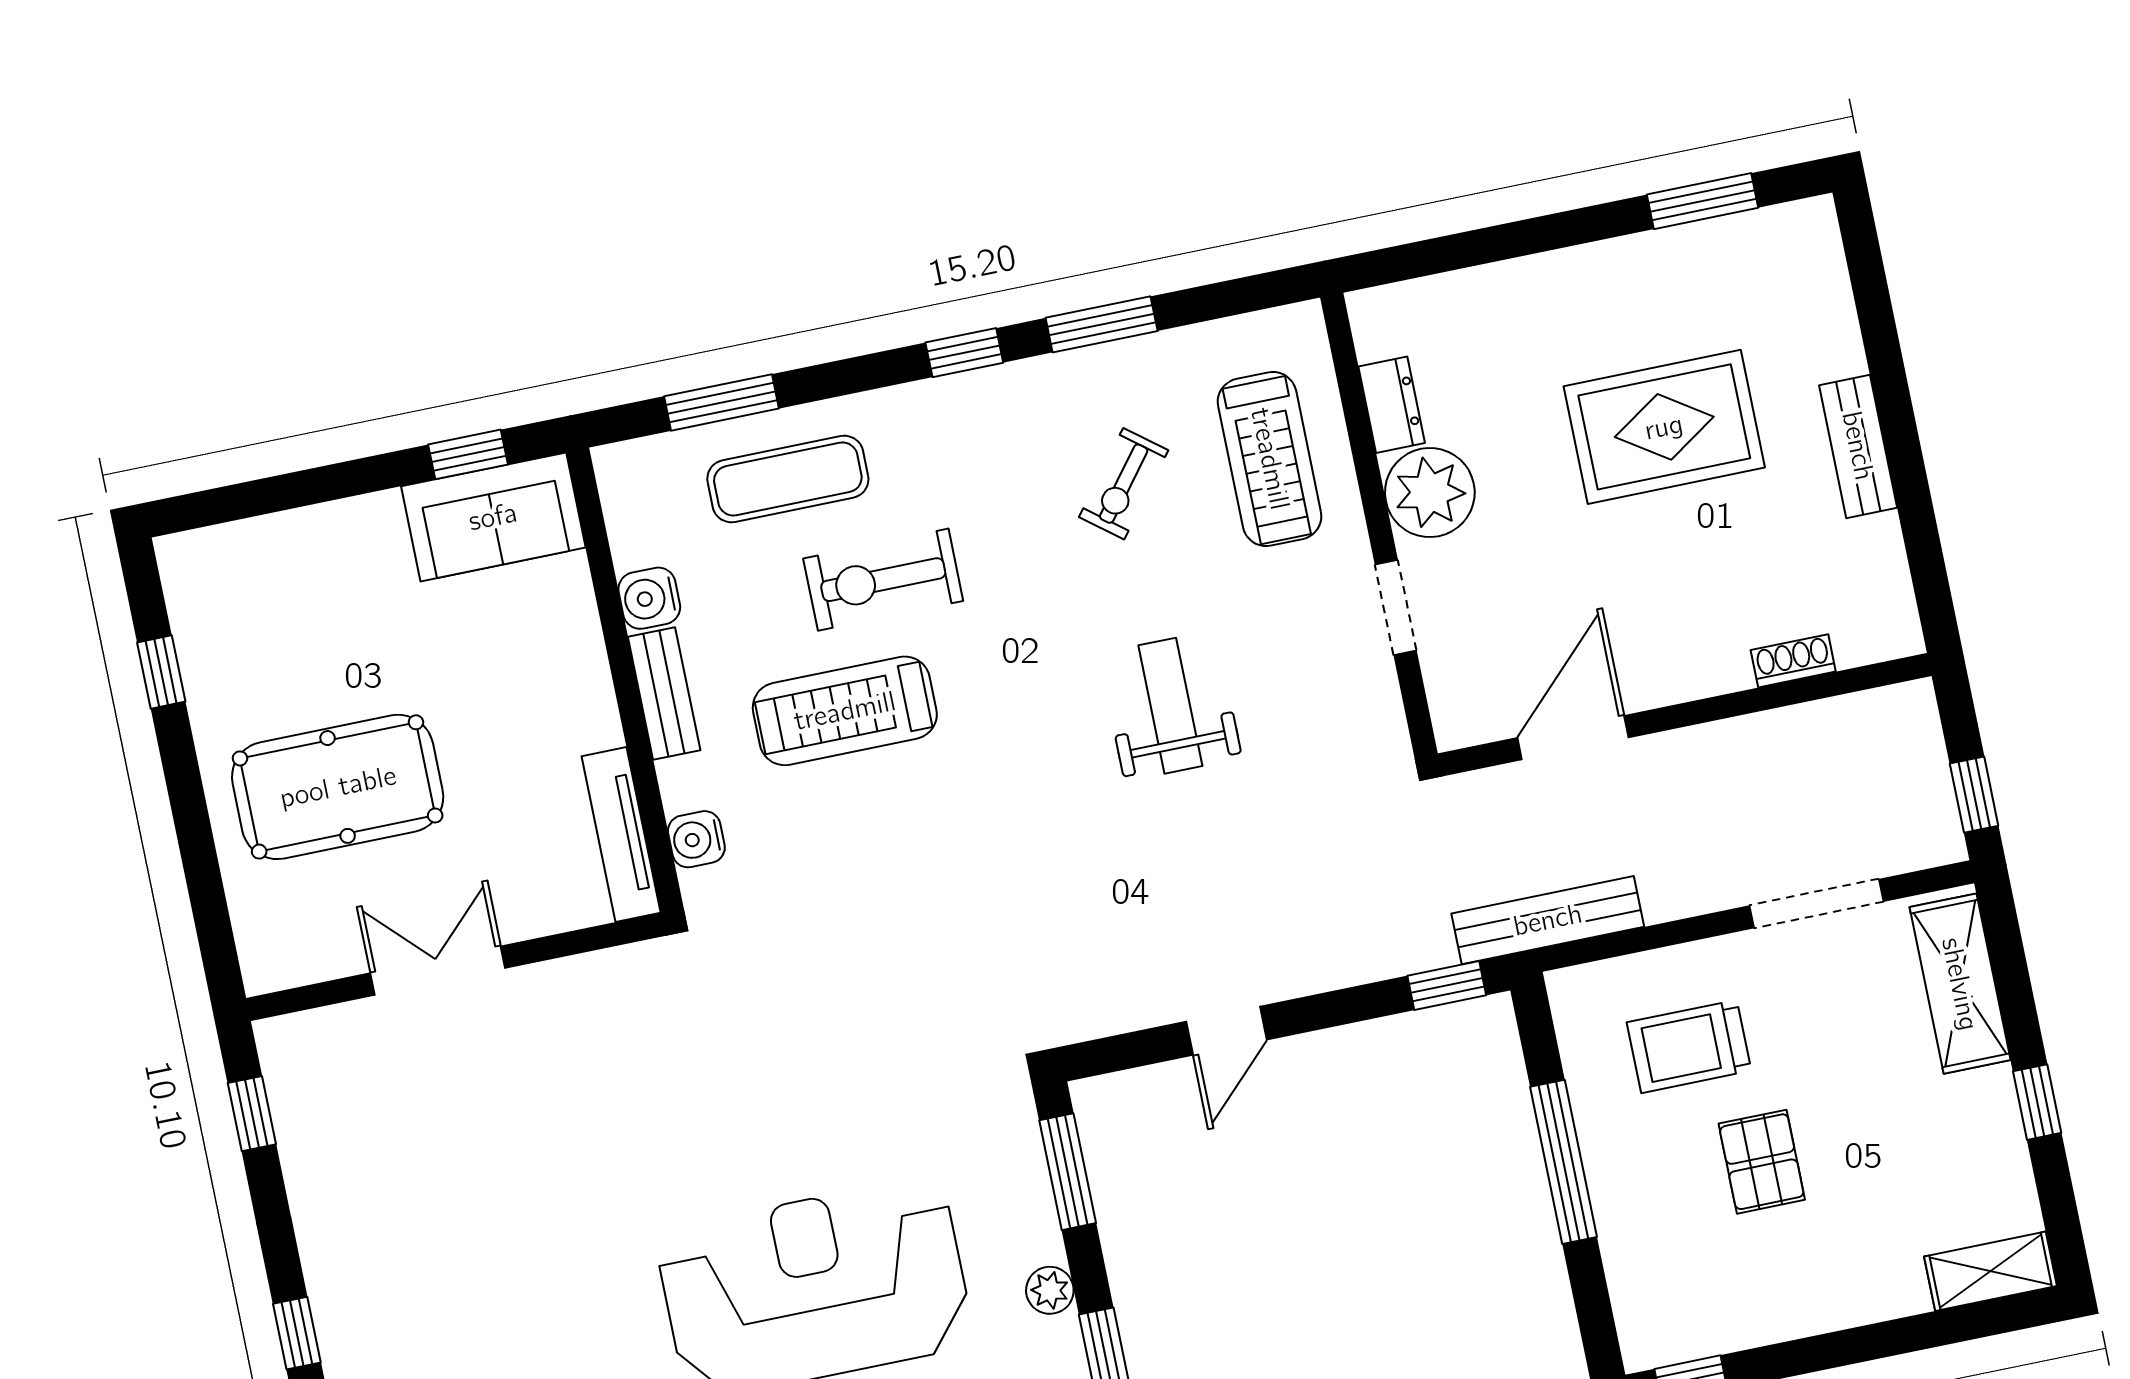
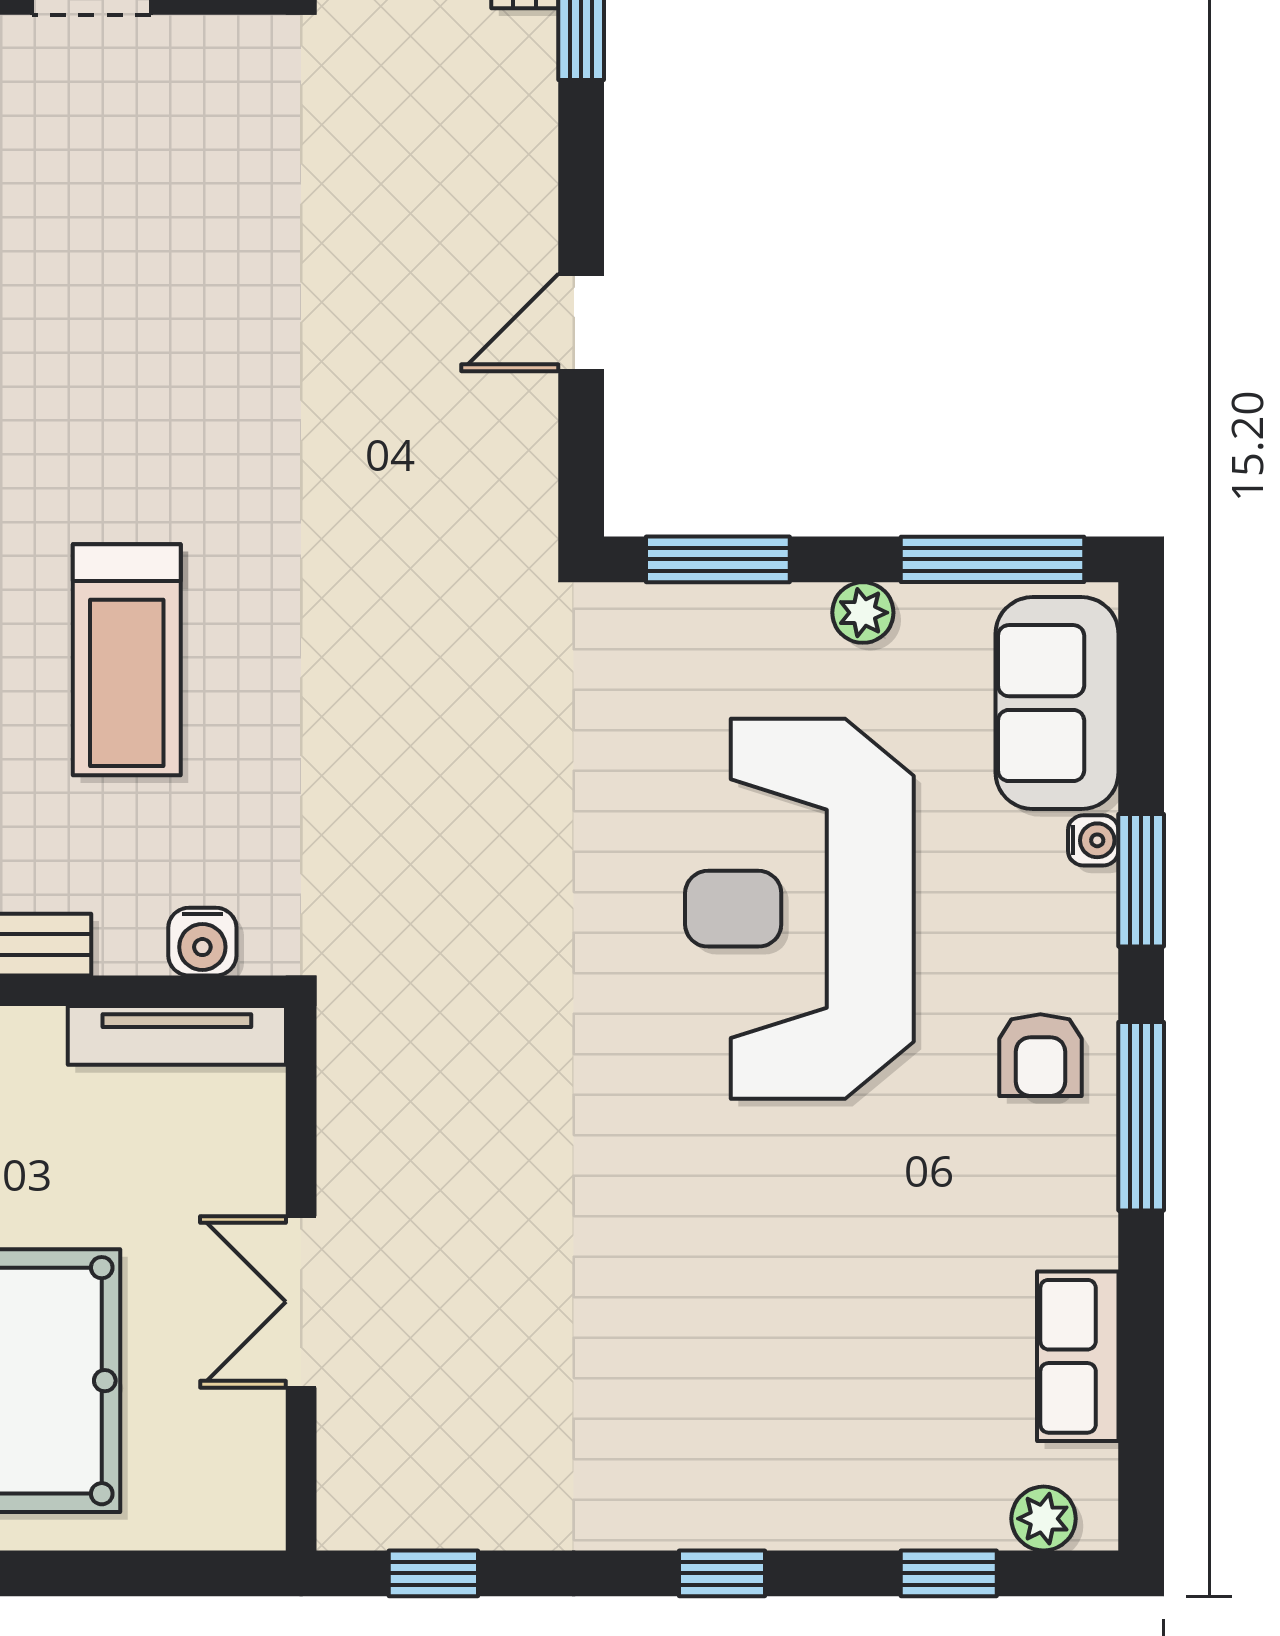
weight bench: (1170, 706) -> (157, 309), removed
treadmill: (845, 711) -> (127, 660), moved
door: (1226, 1031) -> (581, 323), swing flipped

